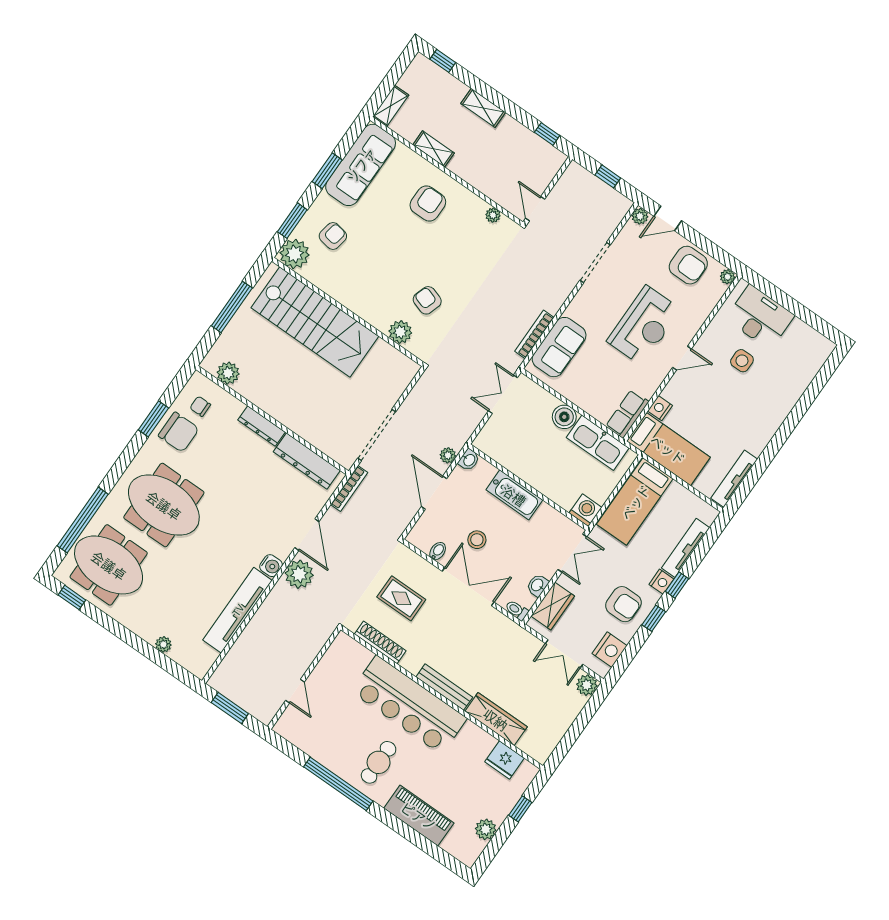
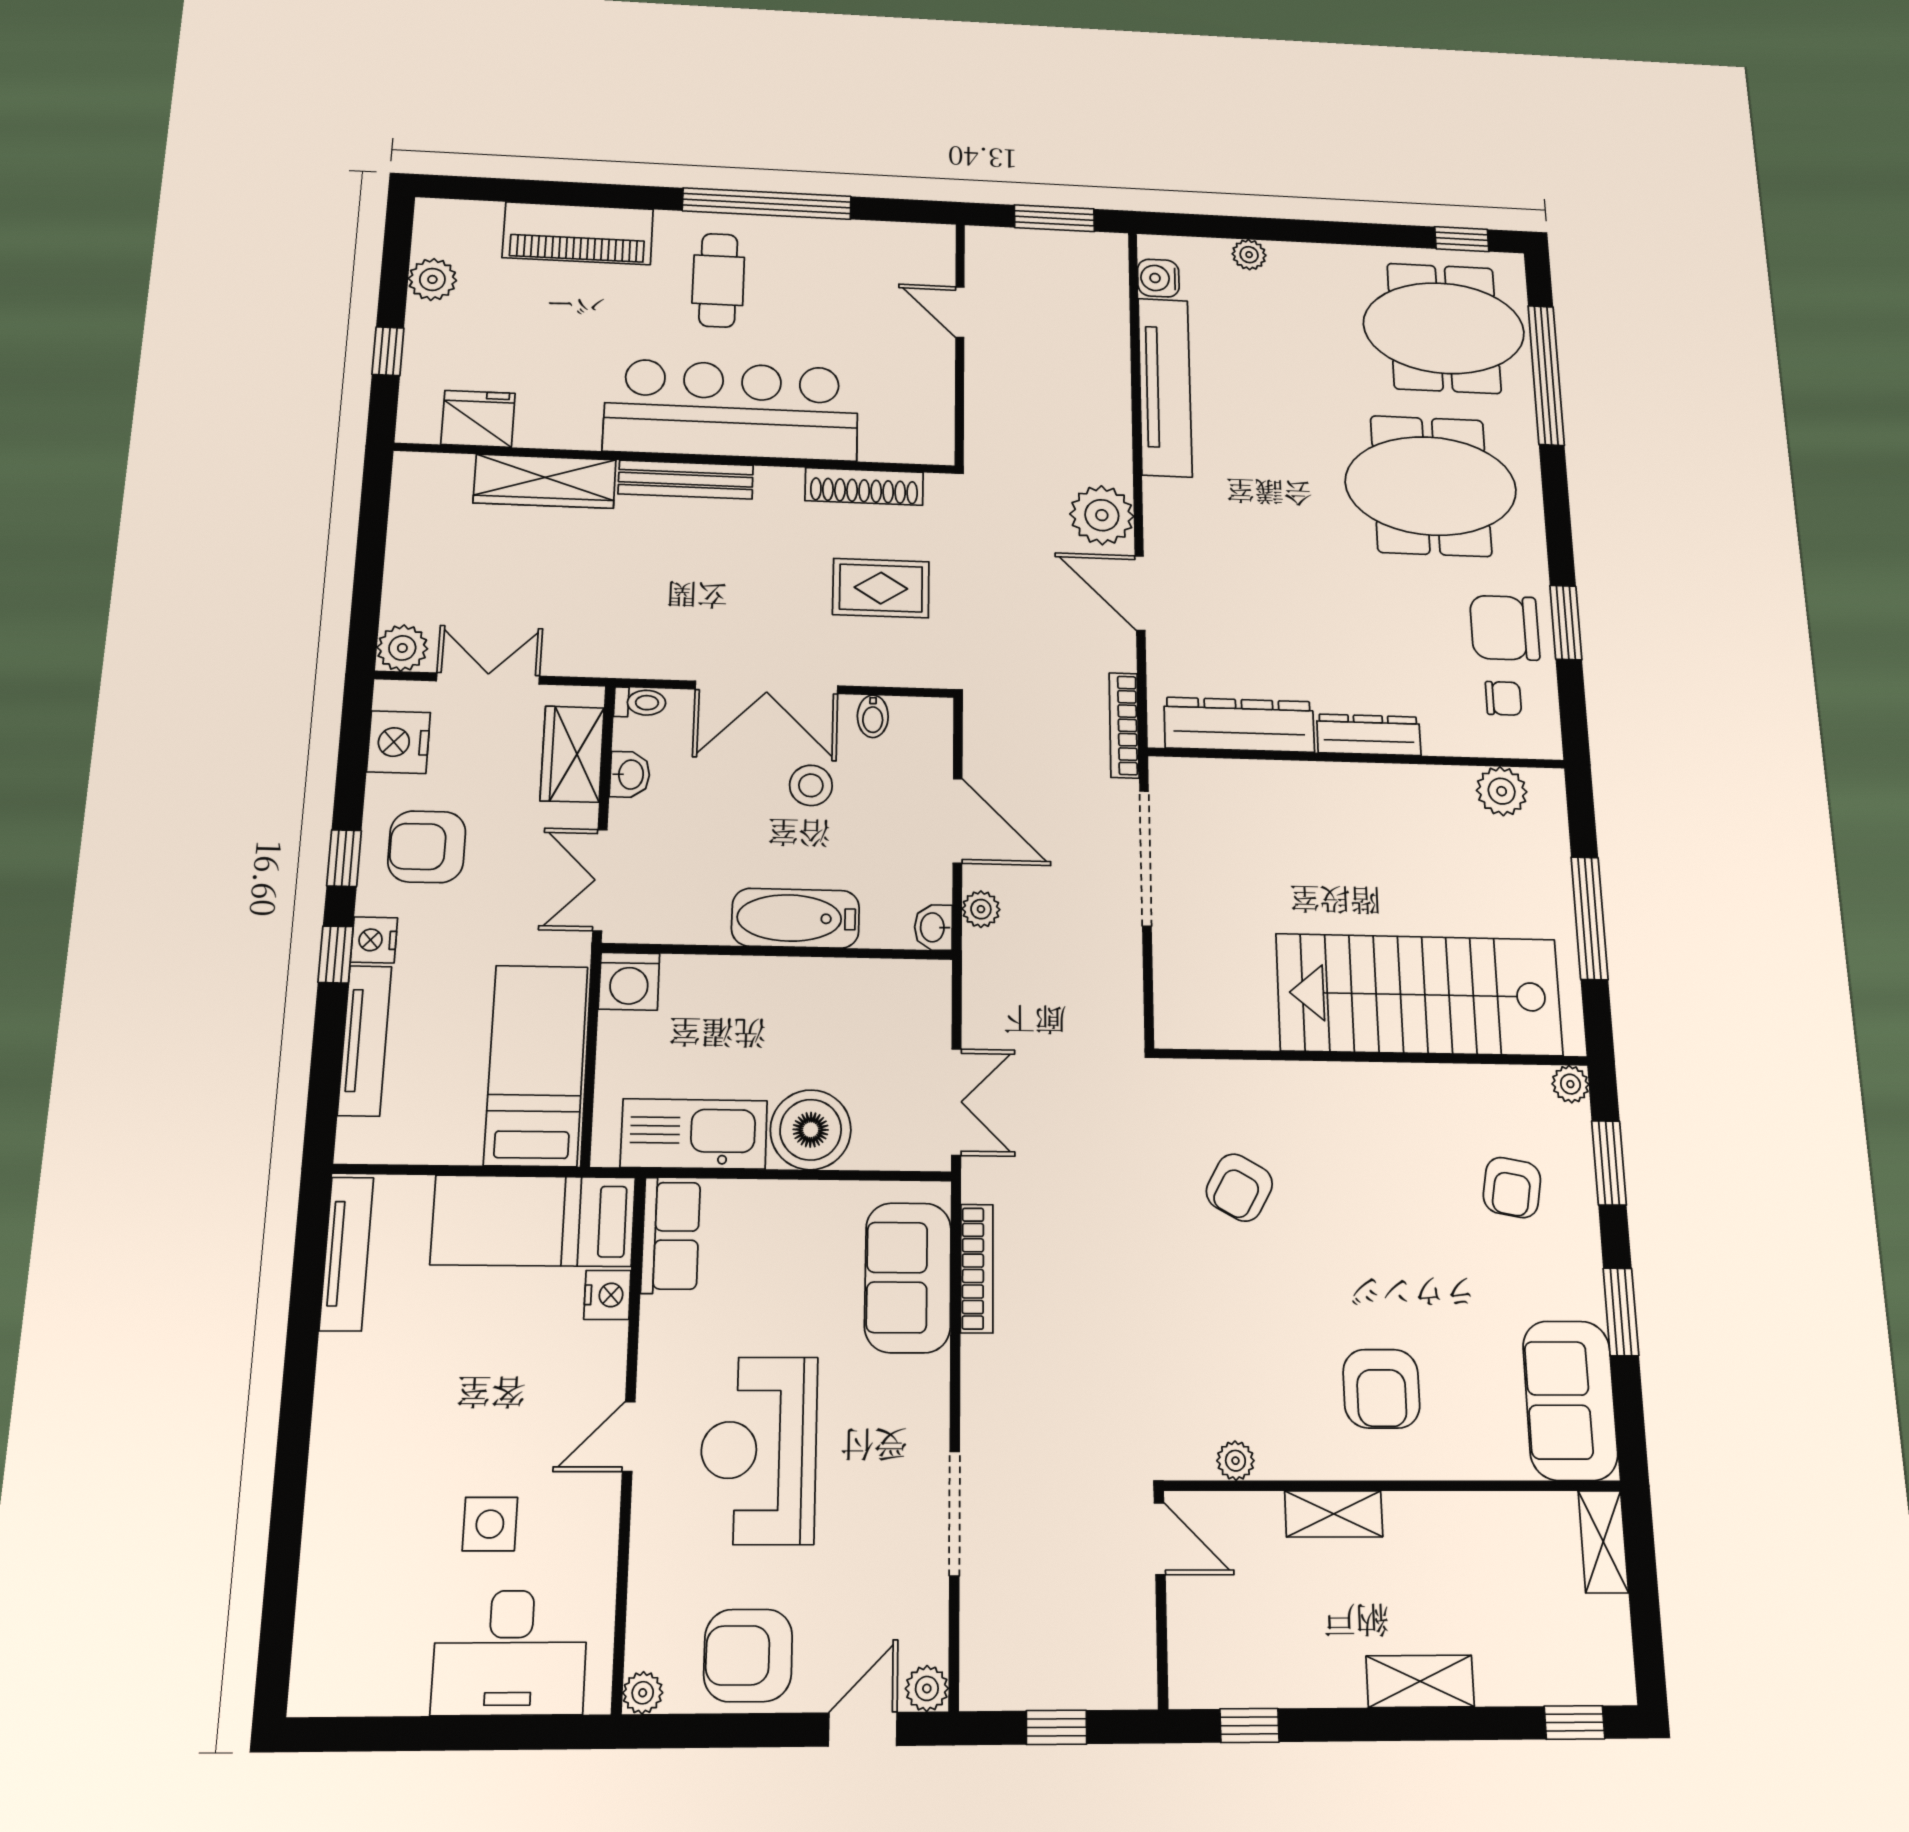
shelving: (434, 149) -> (1334, 1514), moved
sofa: (361, 165) -> (1570, 1400), width x0.73
plant: (295, 254) -> (1570, 1084), width x0.53, depth x0.53
armchair: (427, 300) -> (1239, 1188), turned 101
plant: (400, 332) -> (1245, 1087), removed
boiler: (564, 417) -> (811, 1130), width x1.37, depth x1.37
water cooler: (271, 566) -> (1158, 278), moved

